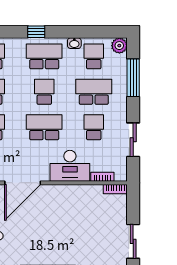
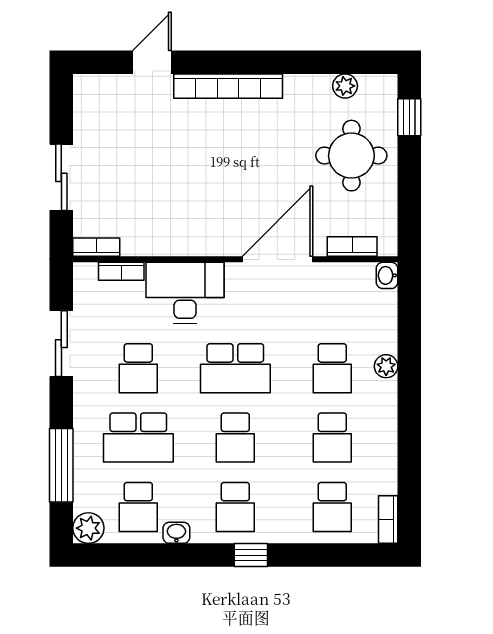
school desk: (44, 56) -> (235, 507), width x0.54
sliding door: (133, 241) -> (61, 177), moved

